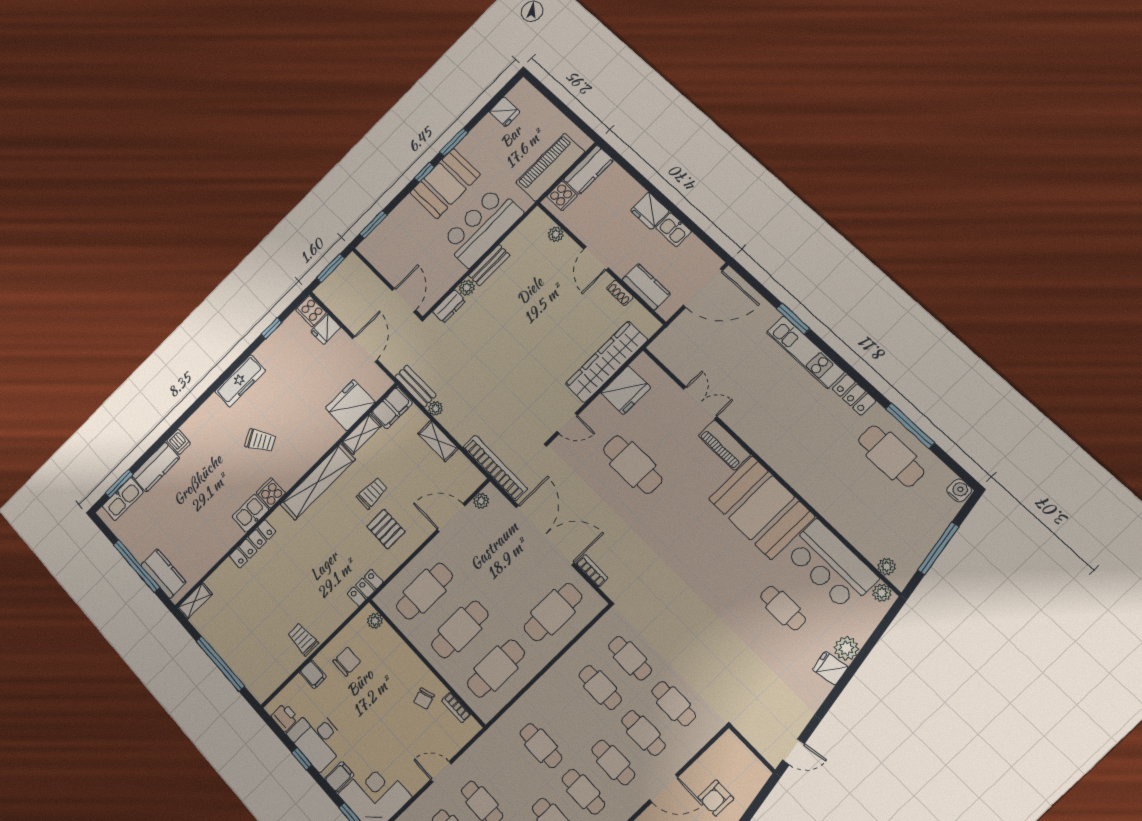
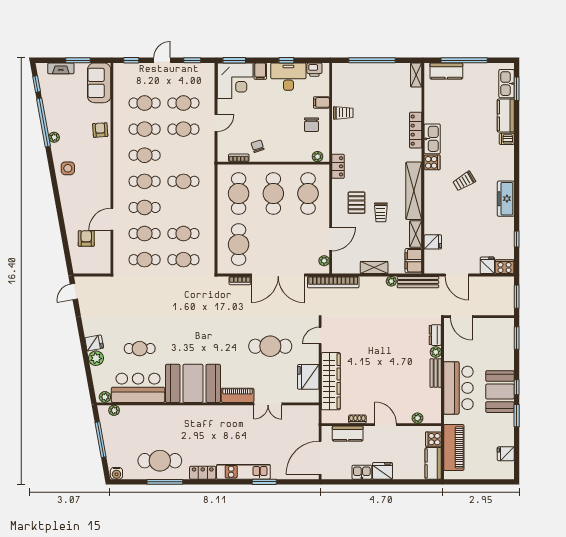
bench: (415, 386) -> (418, 282), width x1.36
fridge: (350, 405) -> (433, 242), width x0.53, depth x0.75
kitchen sink: (250, 513) -> (432, 139), width x1.38
pallet: (386, 529) -> (357, 203), turned 90

